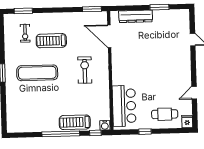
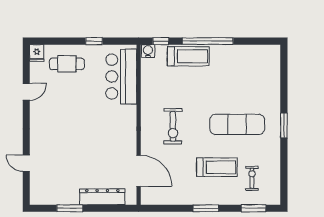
window: (92, 9) -> (206, 208), moved

